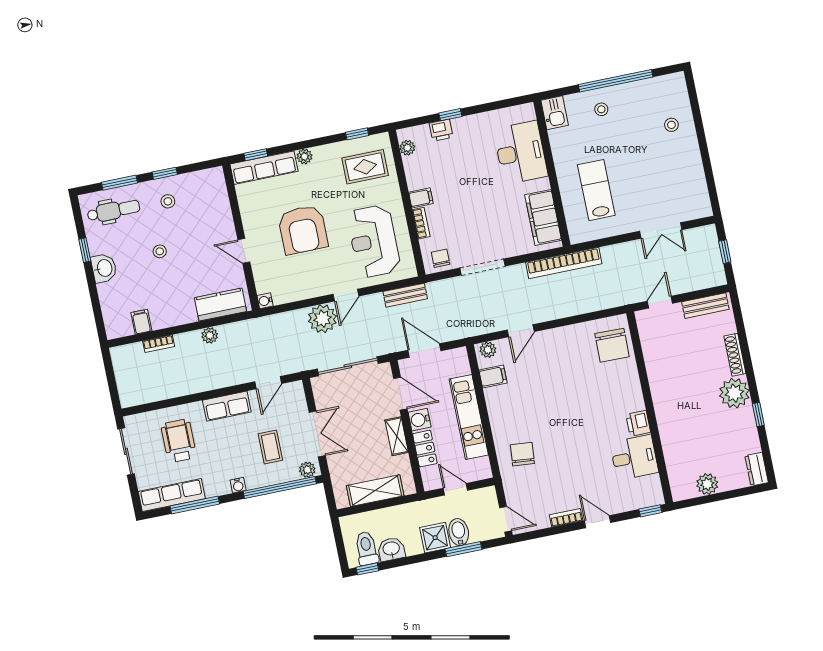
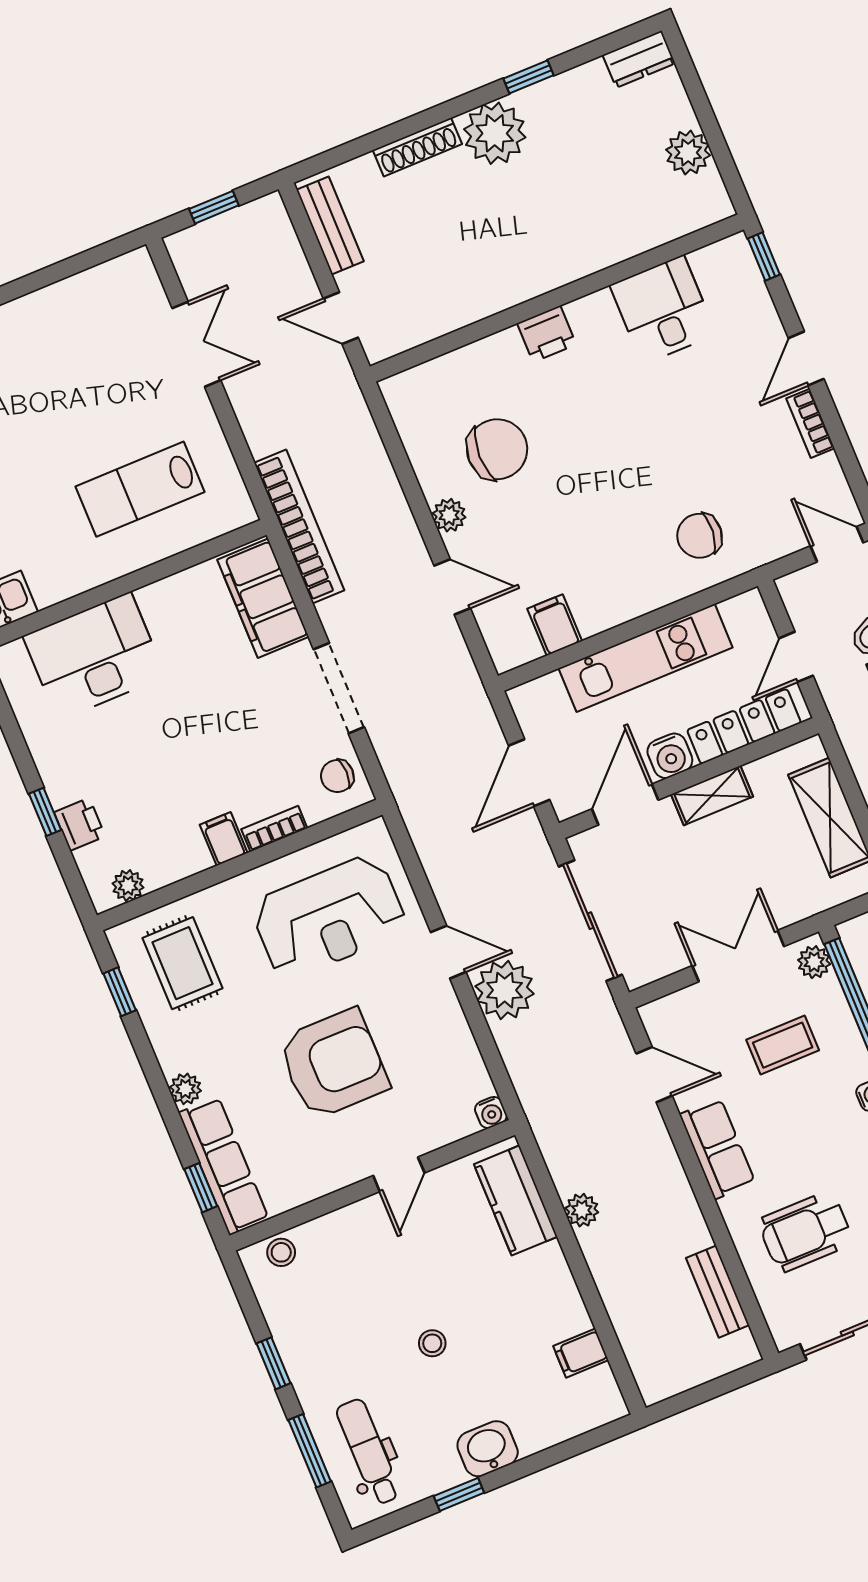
stool: (168, 201) -> (281, 1252), moved
filing cabinet: (543, 217) -> (263, 598), moved, turned 90
bench: (405, 295) -> (718, 1292), moved
bookcase: (159, 344) -> (618, 1310), removed
chair: (612, 345) -> (497, 449), moved
plant: (488, 350) -> (449, 515), moved
printer: (638, 423) -> (547, 334), moved
locker: (425, 449) -> (744, 726), width x1.53
door: (506, 519) -> (837, 544), hinge flipped

